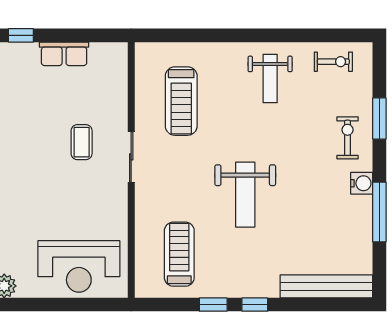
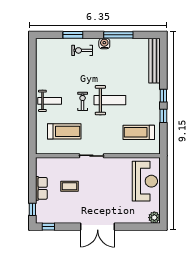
exercise bike: (333, 62) -> (83, 101), moved
weight bench: (270, 78) -> (50, 101), moved
coffee table: (82, 142) -> (70, 186), moved

